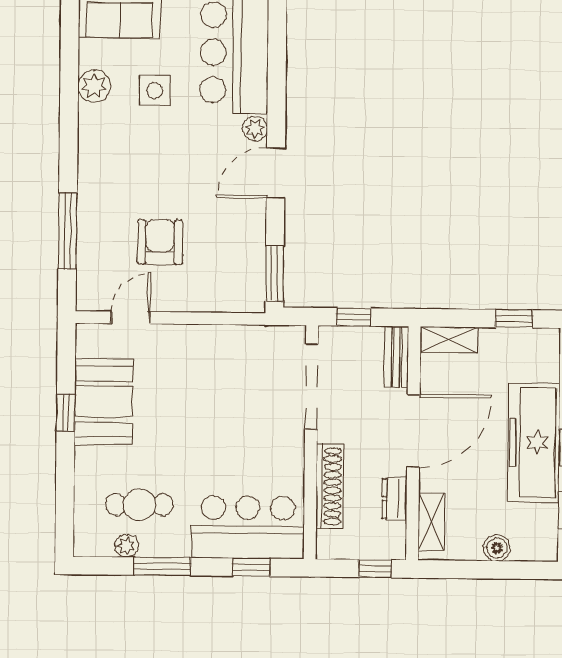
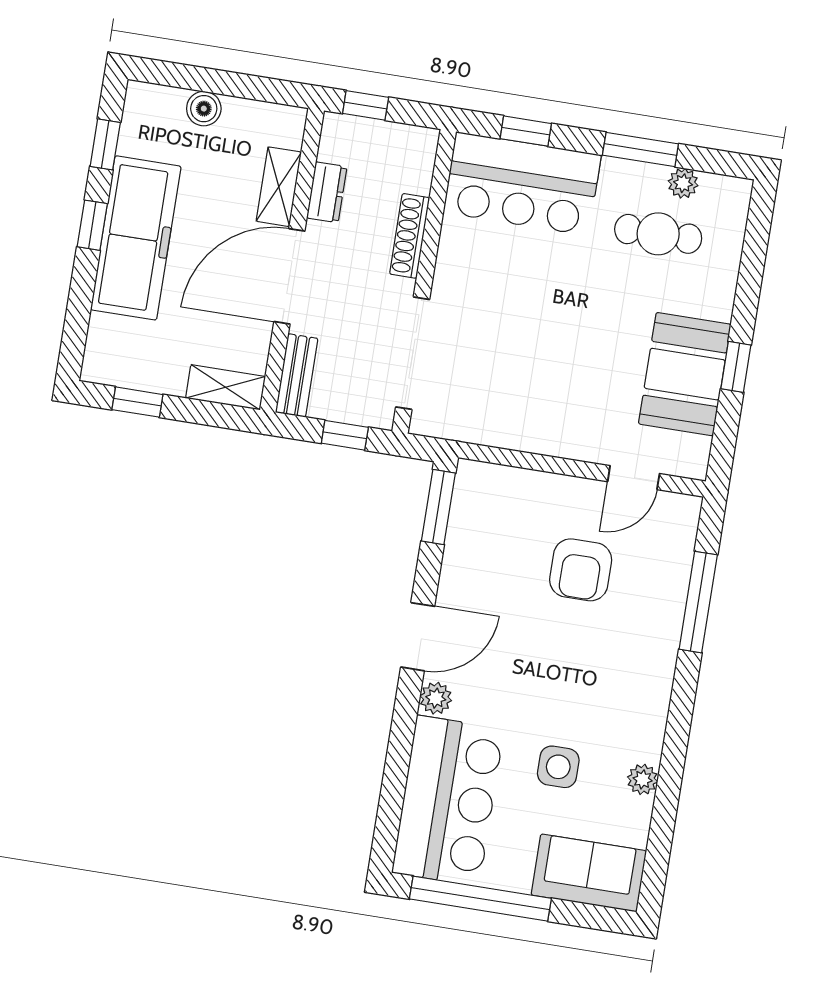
plant: (94, 86) -> (643, 779), width x0.73, depth x0.73
shoe rack: (329, 486) -> (410, 236), width x0.74, depth x0.81
shelving: (431, 522) -> (279, 187), moved

